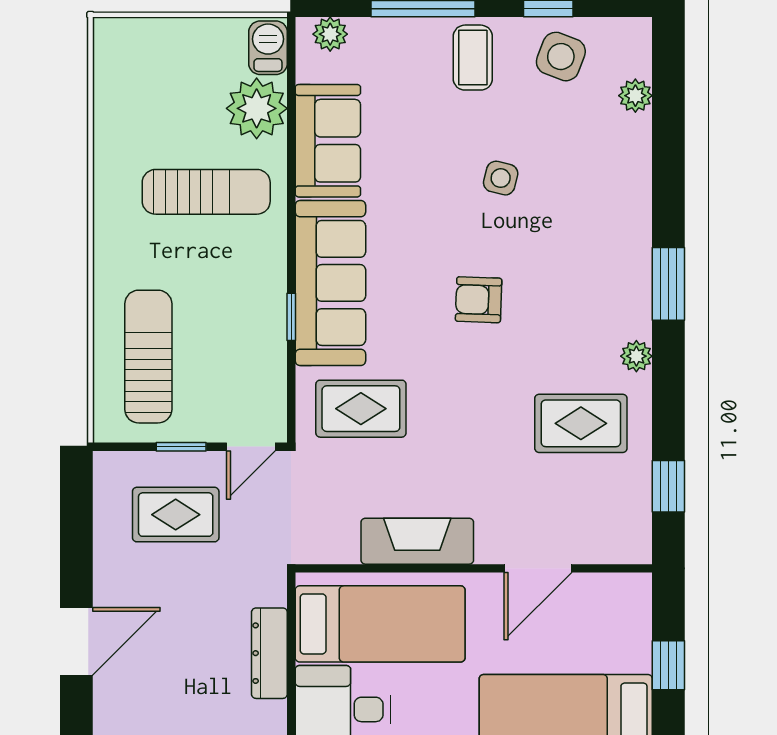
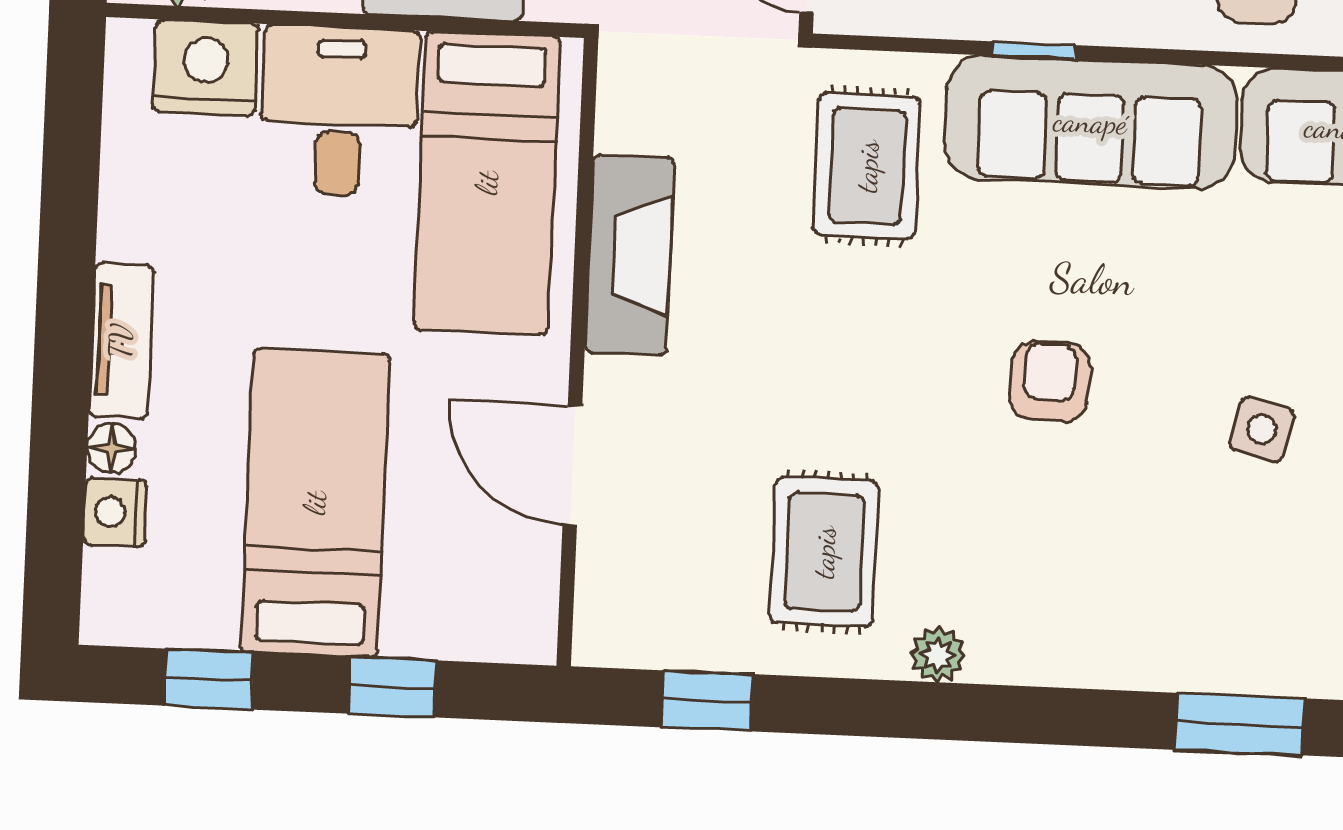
window: (668, 284) -> (1240, 724), moved

